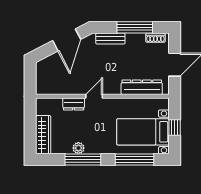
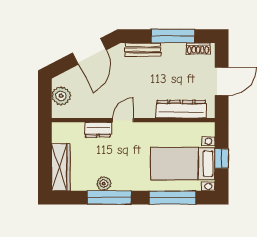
plant: (43, 76) -> (61, 96), added

